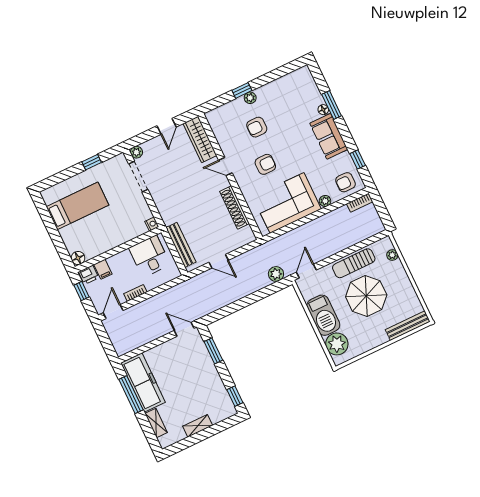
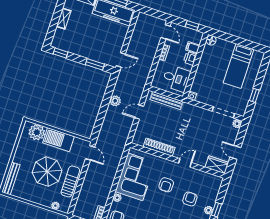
wardrobe: (200, 139) -> (217, 165), width x0.67
plant: (276, 274) -> (115, 101), moved
printer: (89, 275) -> (190, 58), moved

